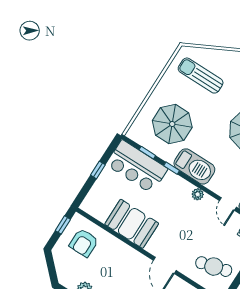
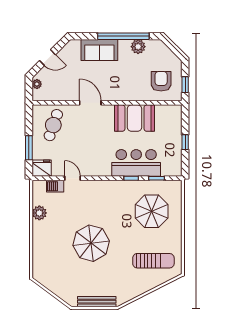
barbecue: (194, 166) -> (115, 190), removed
bar counter: (137, 167) -> (136, 163), moved
plant: (198, 194) -> (99, 171), removed
cafe table: (214, 267) -> (53, 125), turned -56

